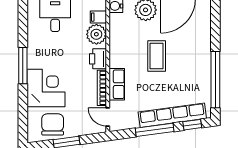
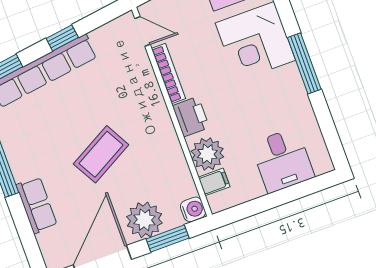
coffee table: (157, 56) -> (101, 154), turned 61
row of seats: (117, 84) -> (37, 205), moved, turned 180
window: (155, 130) -> (62, 38), width x0.46

